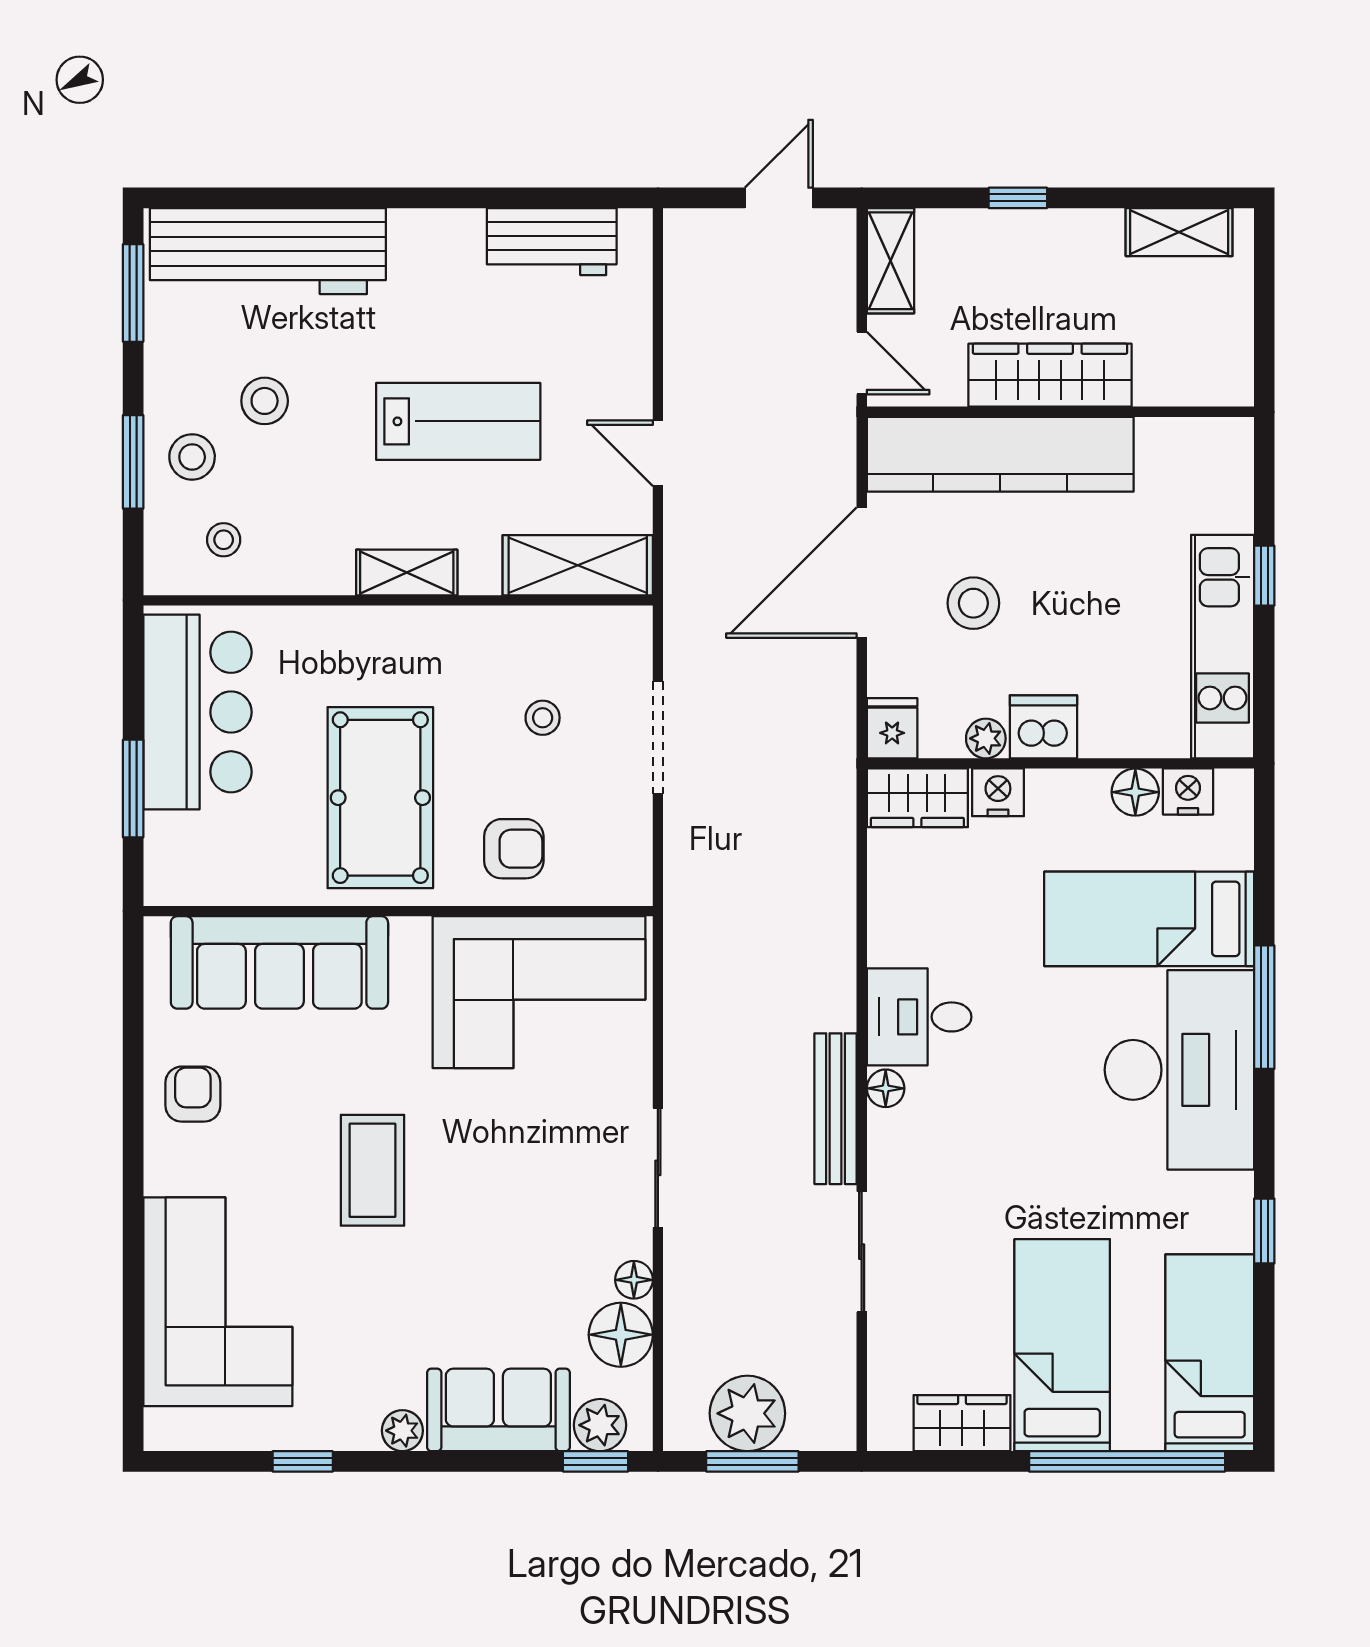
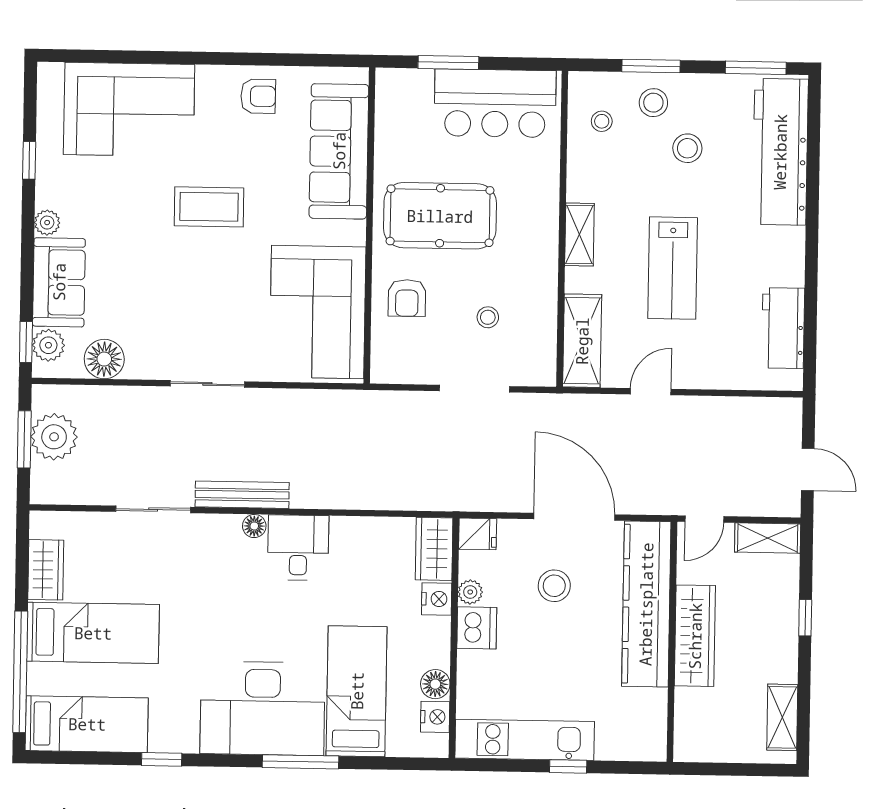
floor lamp: (634, 1280) -> (138, 368), removed

